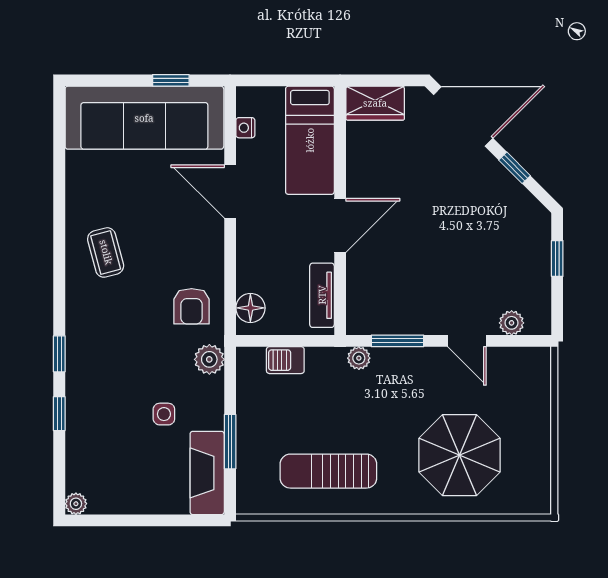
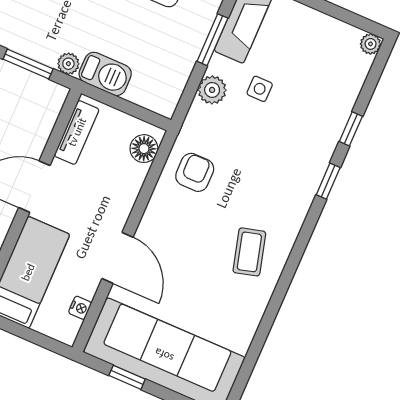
plant: (209, 359) -> (212, 90), moved
barbecue: (285, 360) -> (105, 74), moved, width x1.38, depth x1.27

